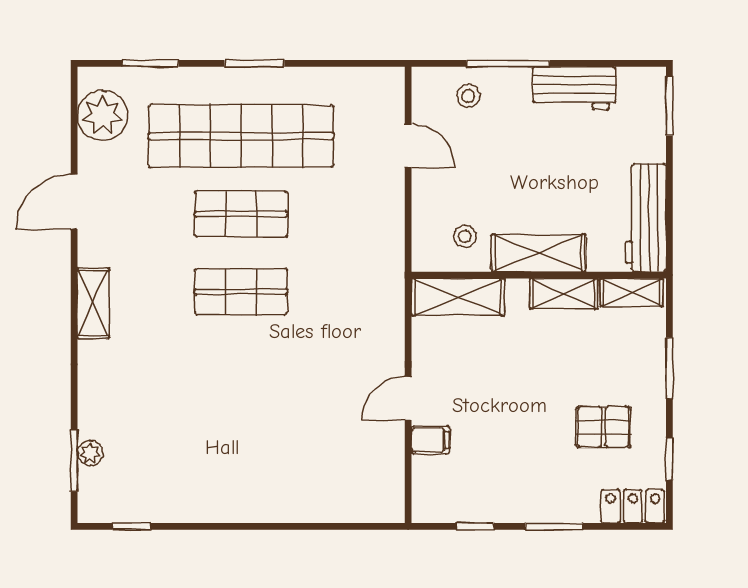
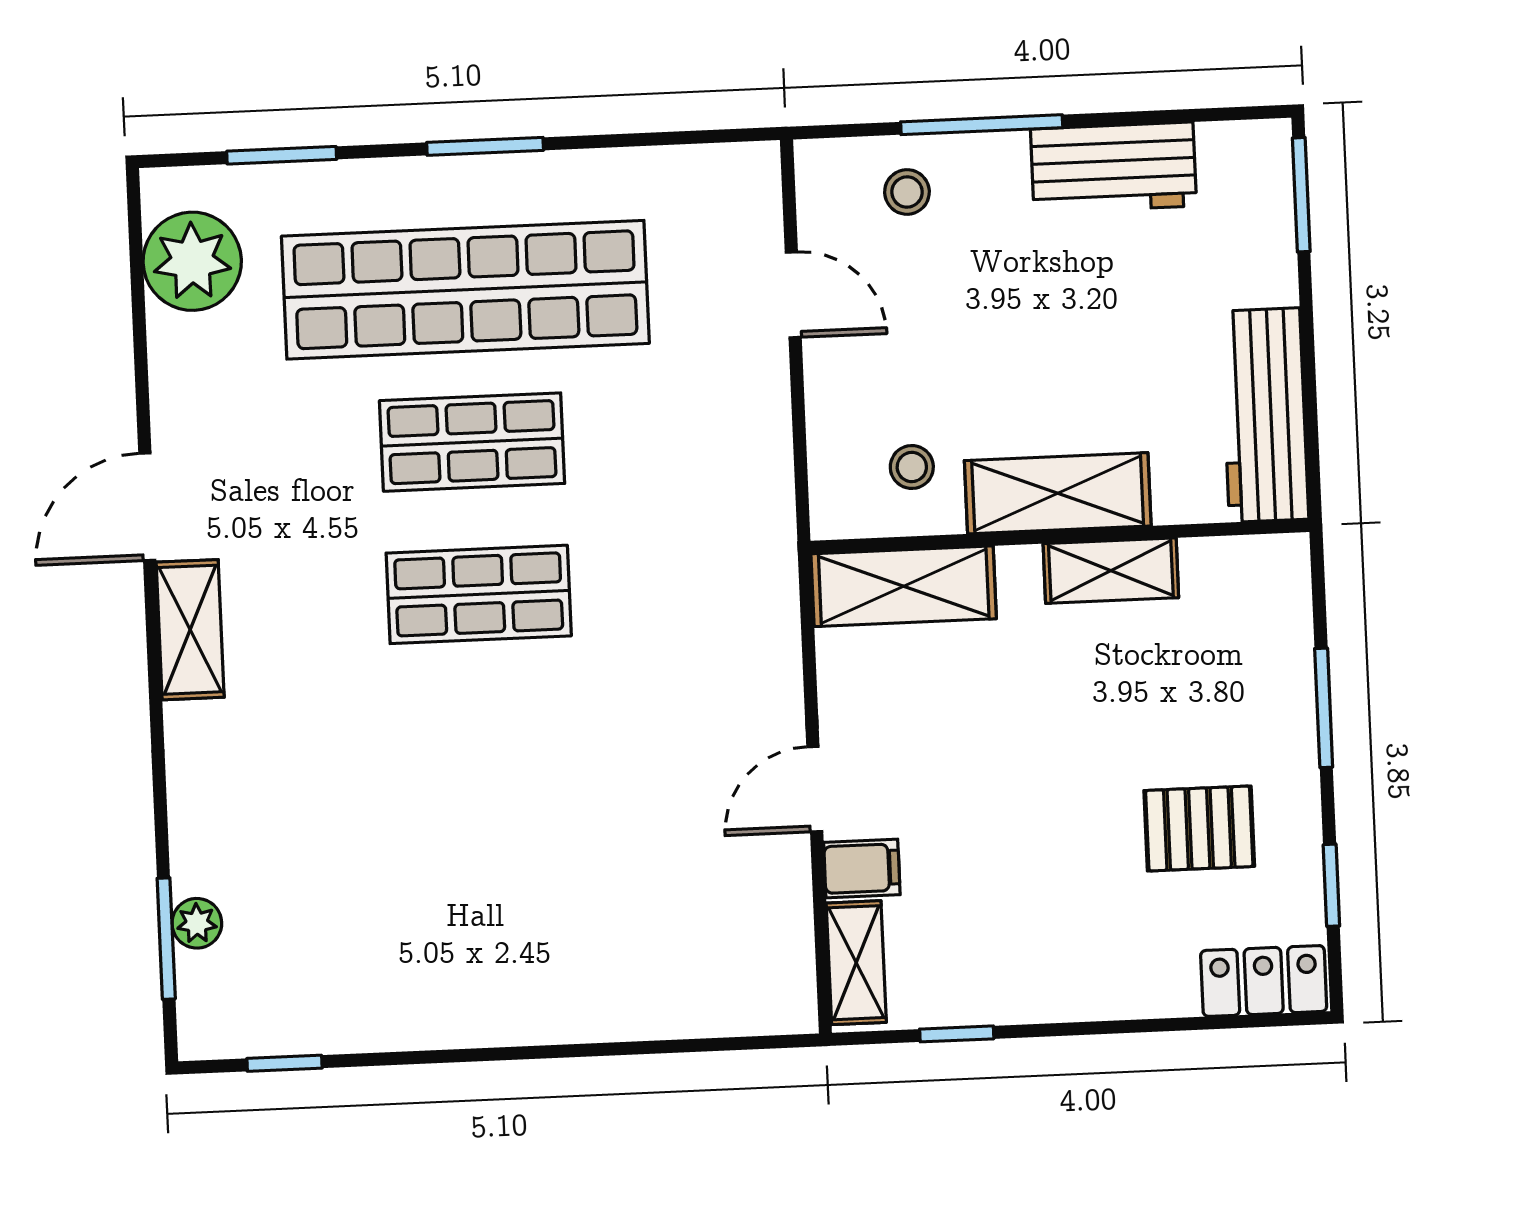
door: (74, 202) -> (147, 507), moved
shelving: (632, 292) -> (856, 963), moved, turned 90
window: (554, 526) -> (1111, 1027), removed

